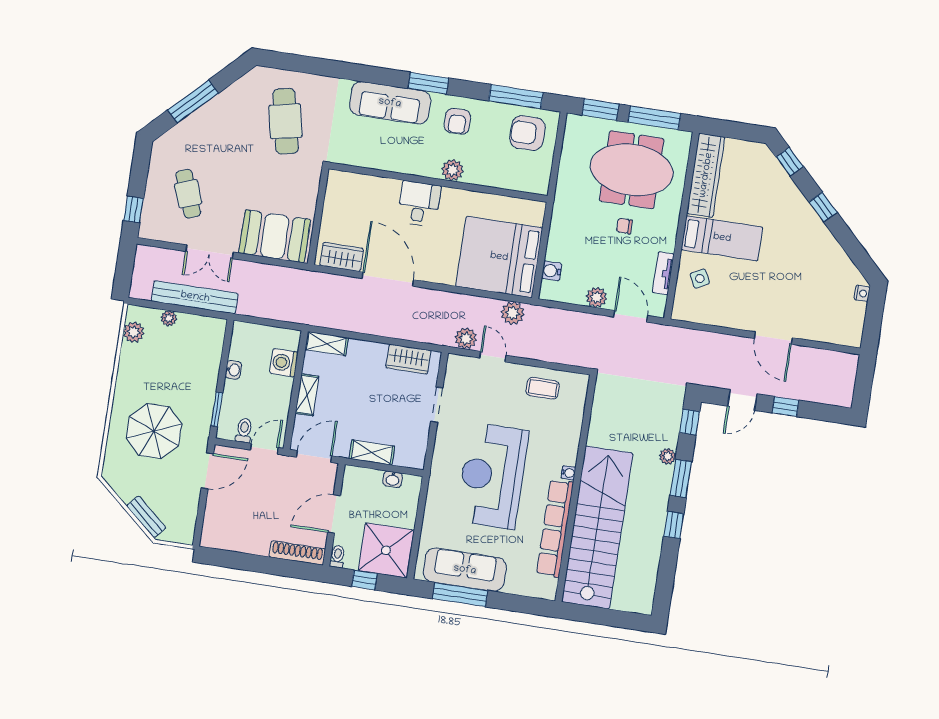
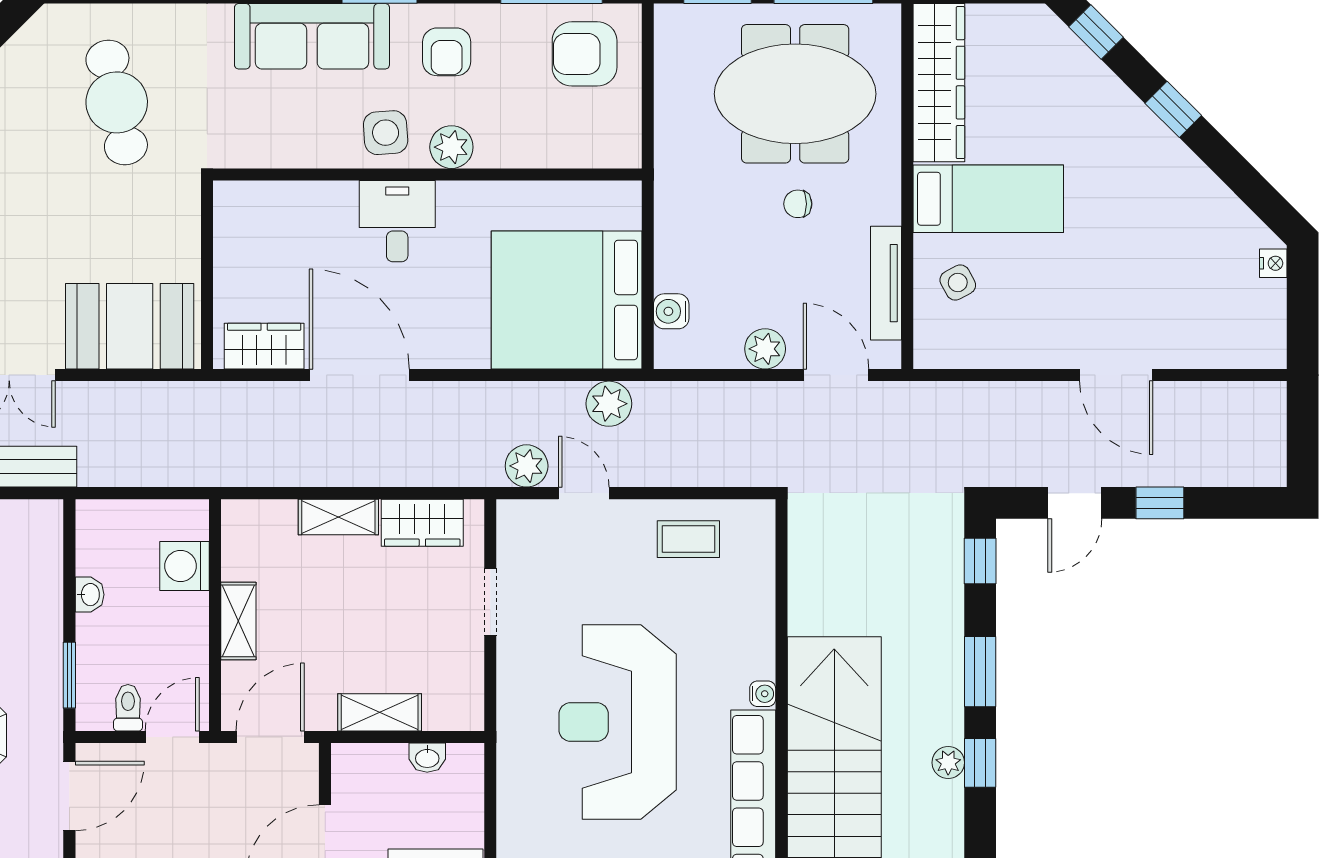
side table: (420, 158) -> (386, 133), added
tv unit: (663, 273) -> (886, 283), width x1.41
shelving: (327, 344) -> (338, 517), moved
plant: (668, 456) -> (948, 763), moved

